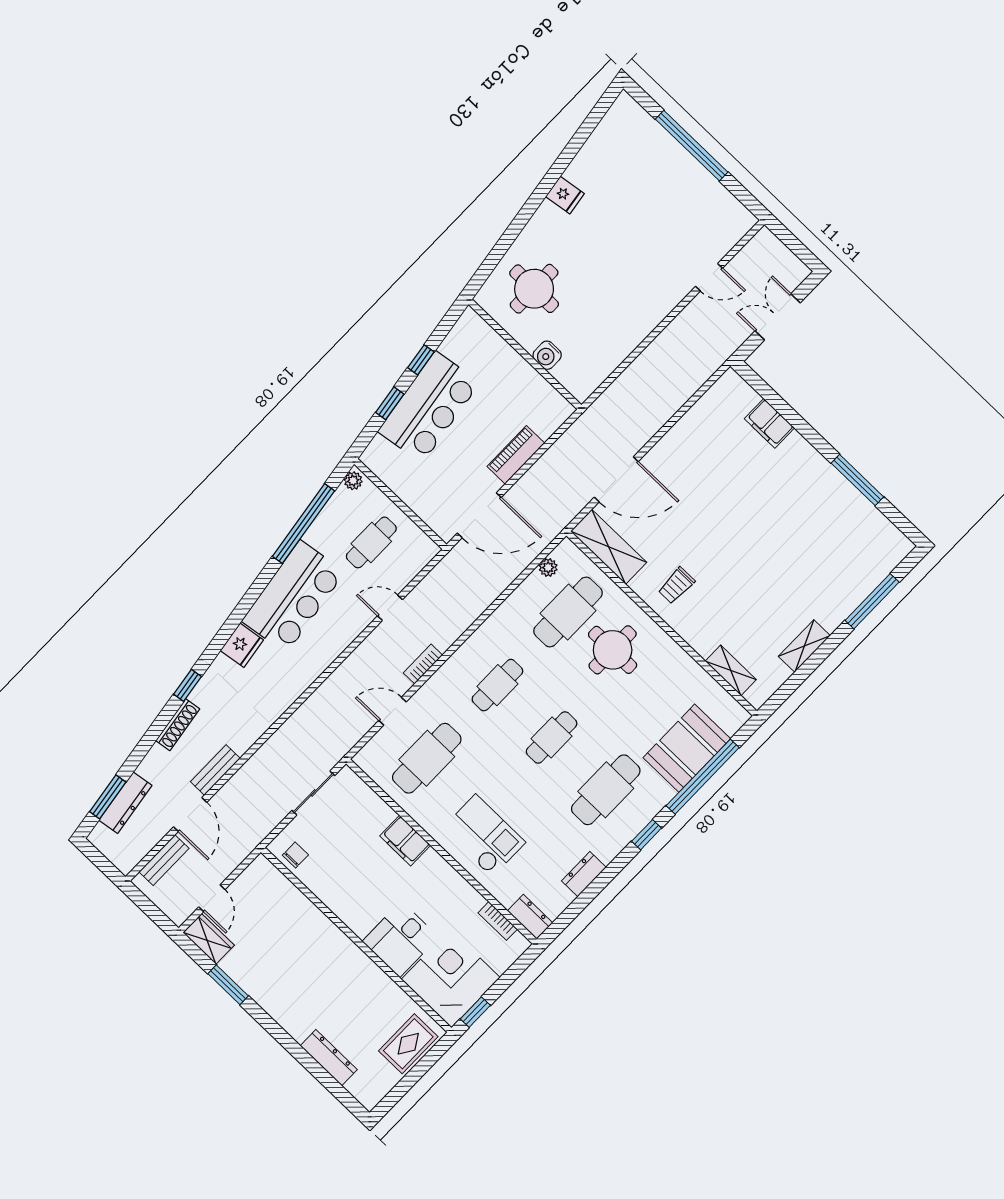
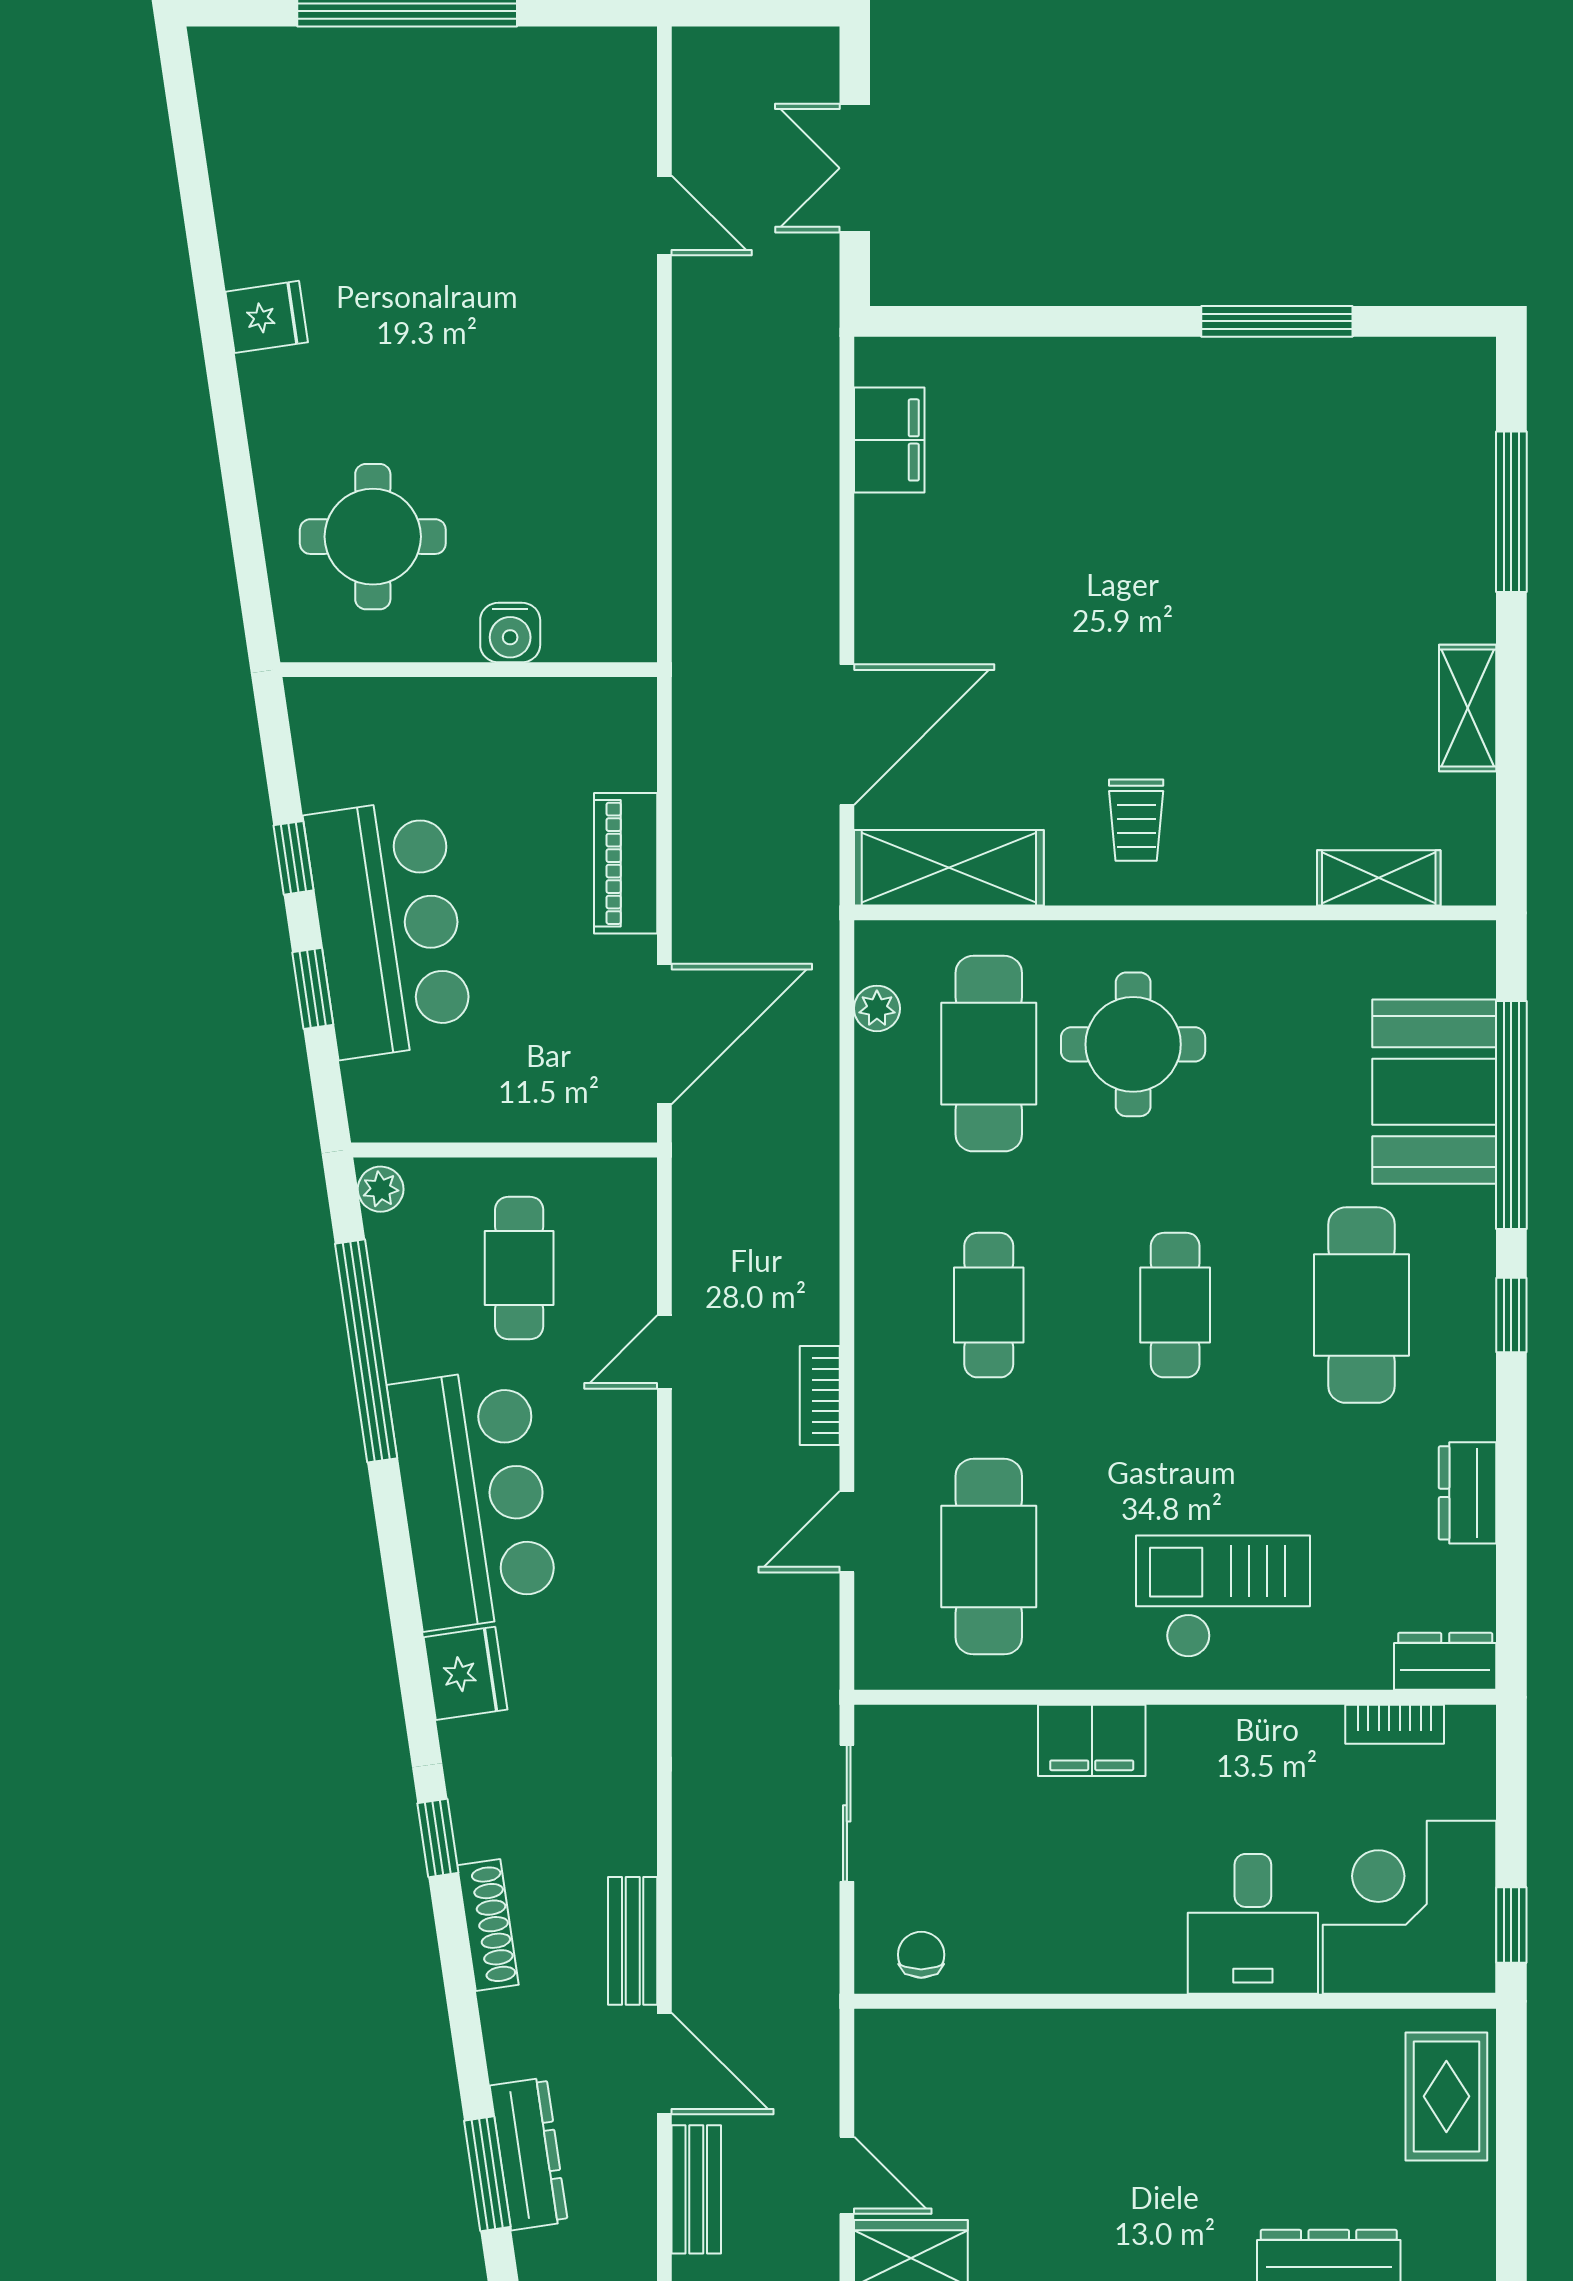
door: (709, 277) -> (664, 215), hinge flipped
filing cabinet: (769, 423) -> (889, 440), moved, turned -90

